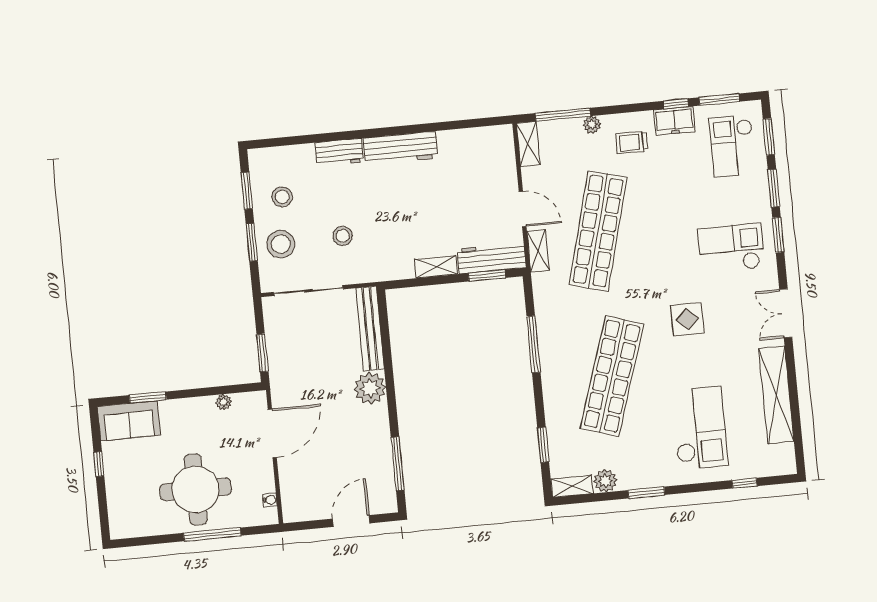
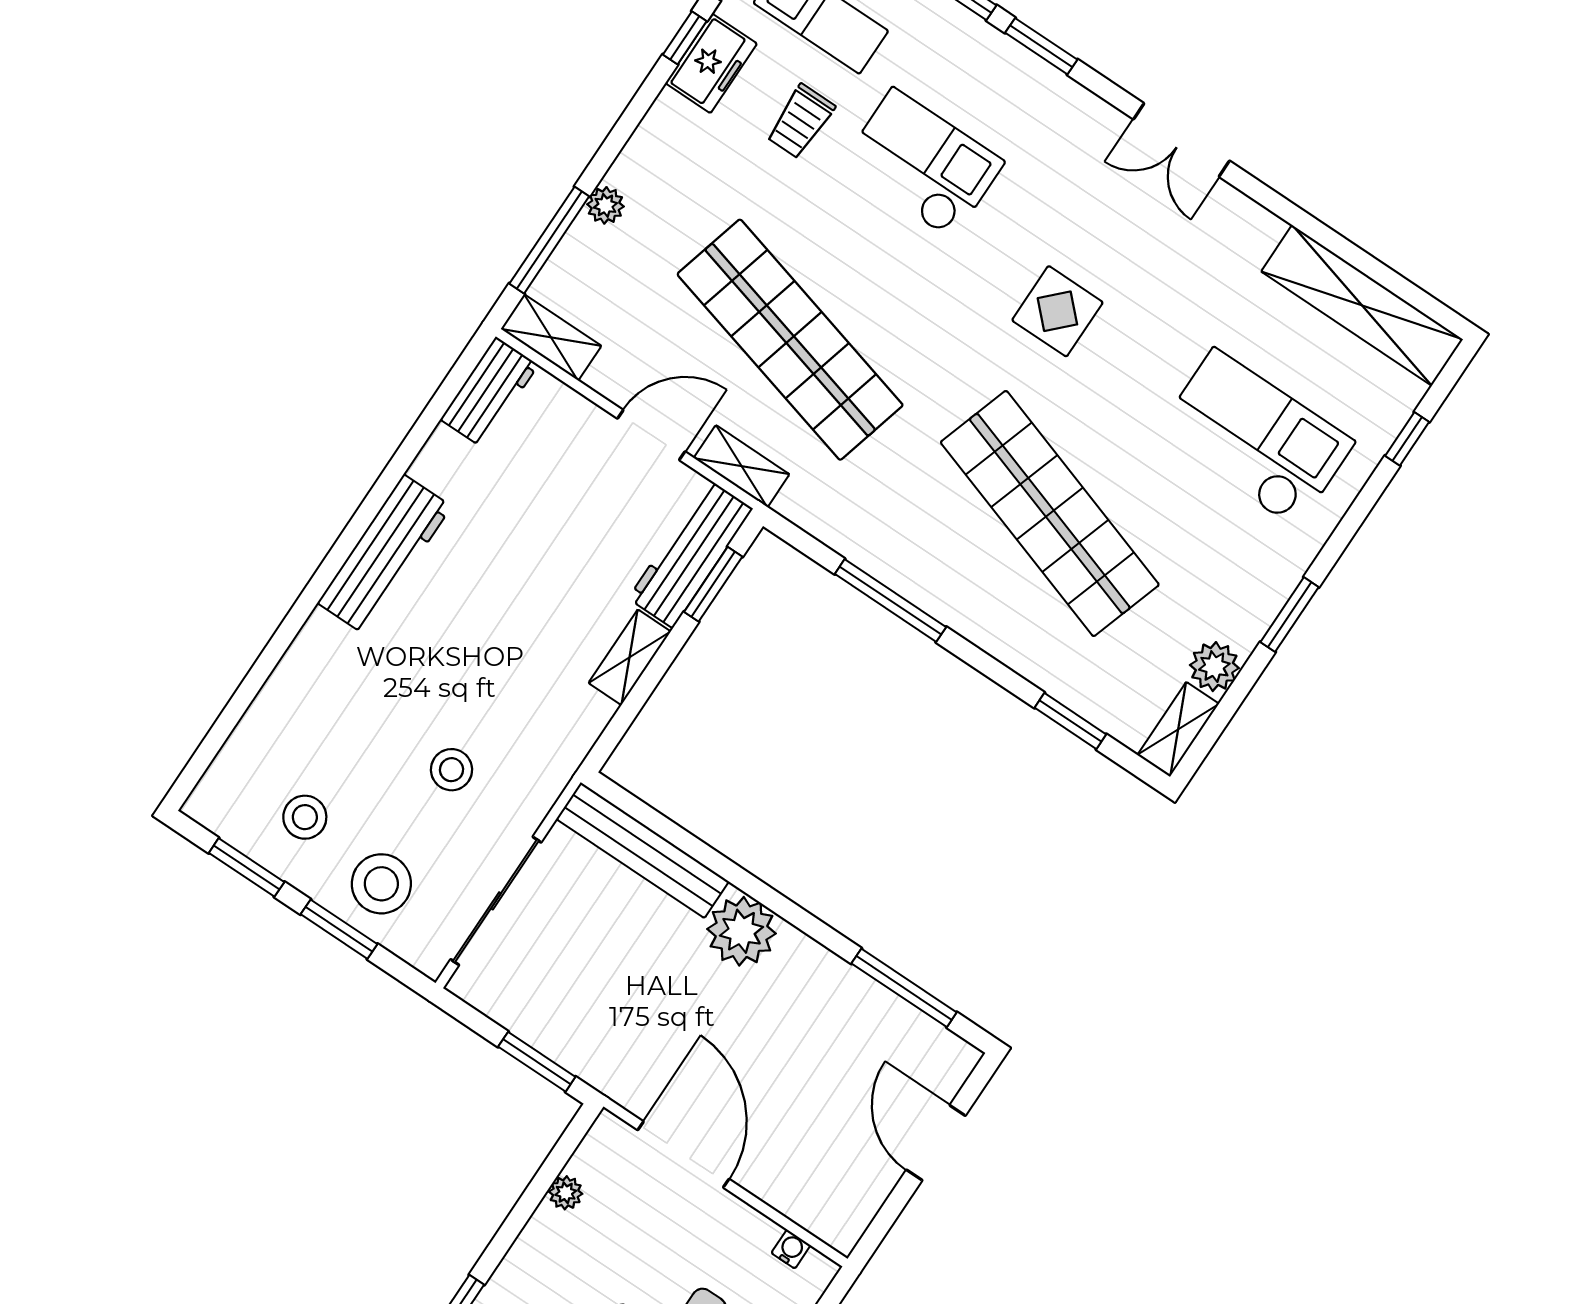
trolley: (632, 142) -> (801, 121), moved
workbench: (339, 152) -> (489, 392), moved
checkout: (731, 248) -> (922, 164), moved, turned 90
shelving: (776, 395) -> (1362, 305), moved

